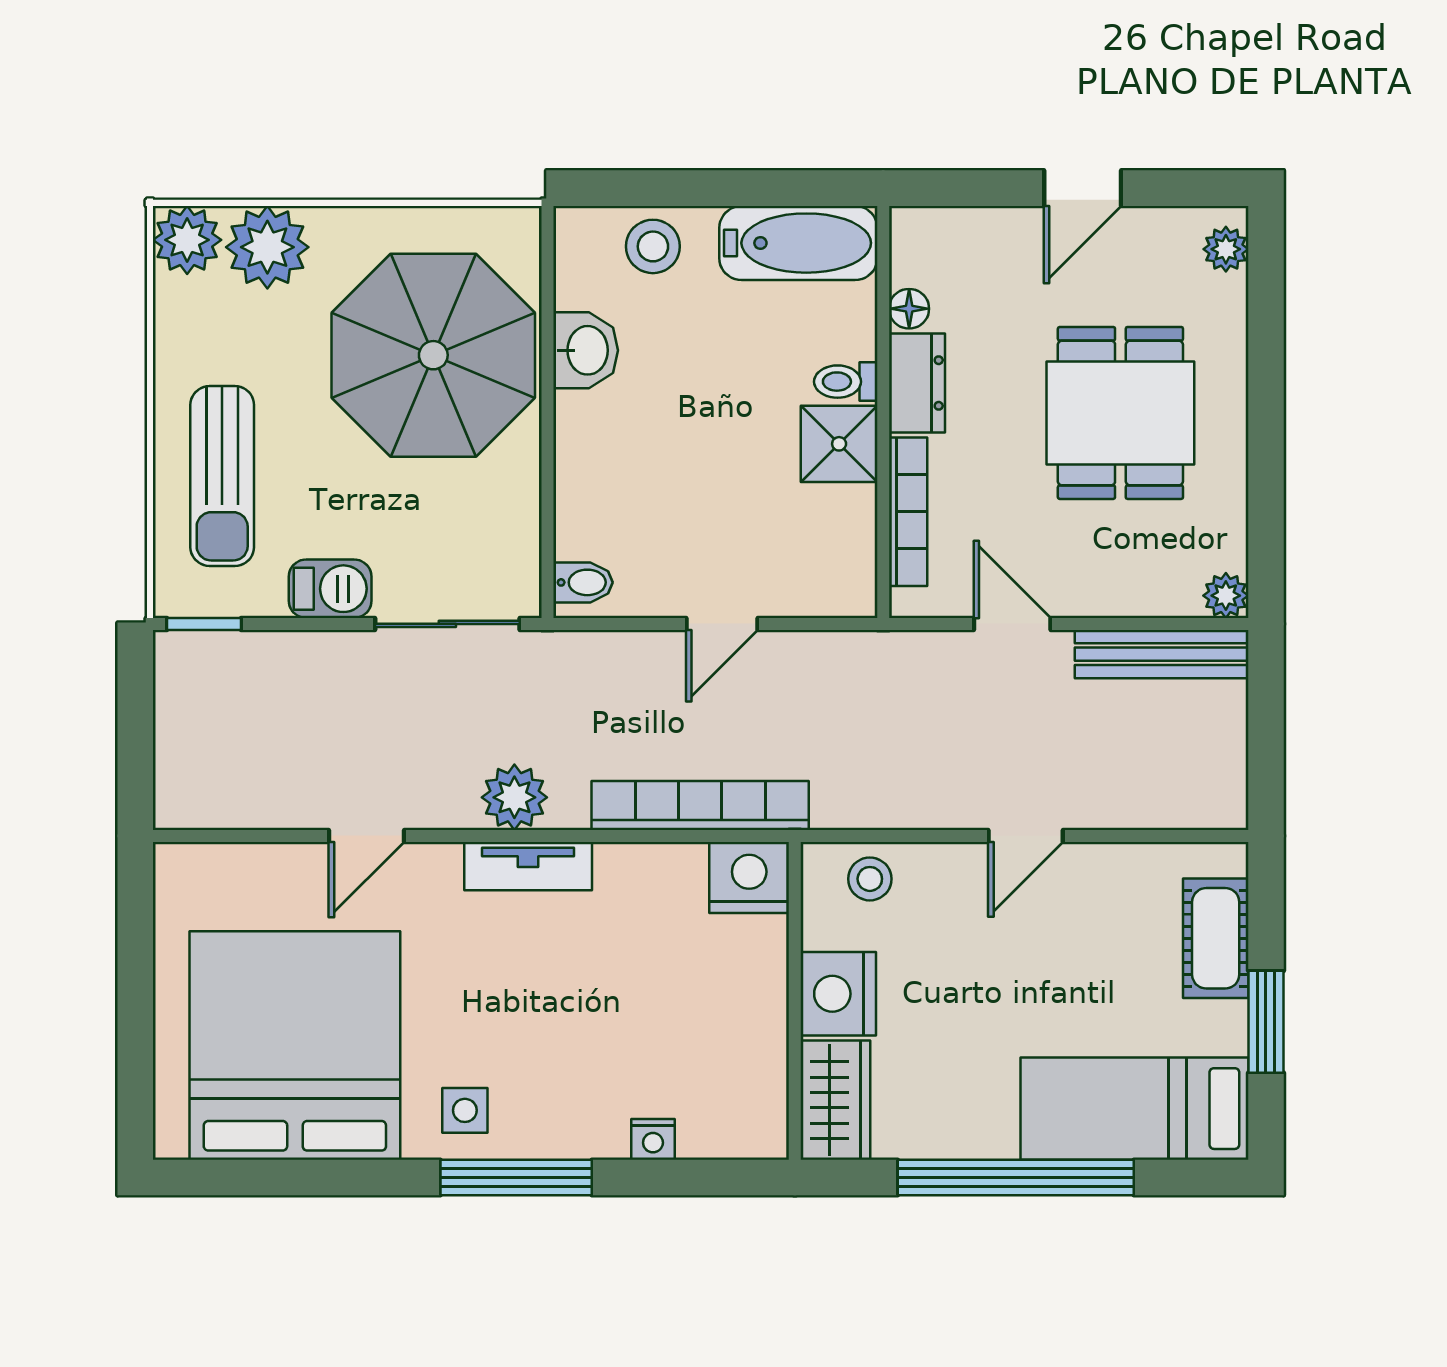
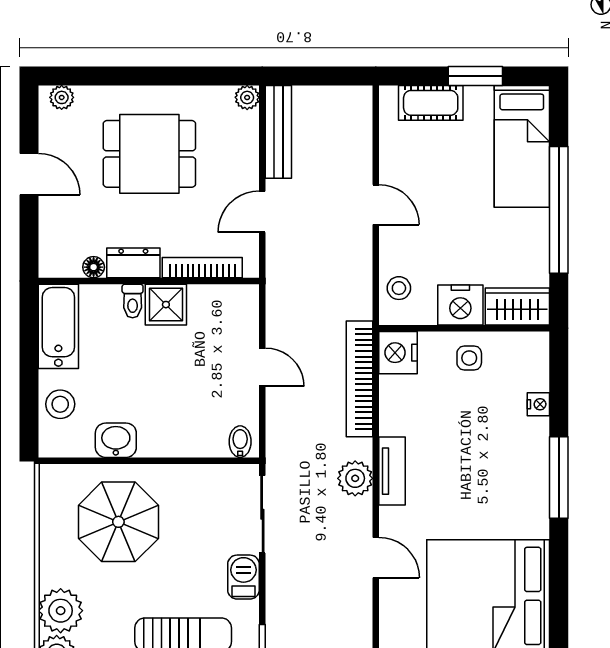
parasol: (433, 355) -> (118, 522), width x0.73, depth x0.73
side table: (465, 1110) -> (469, 358), moved

